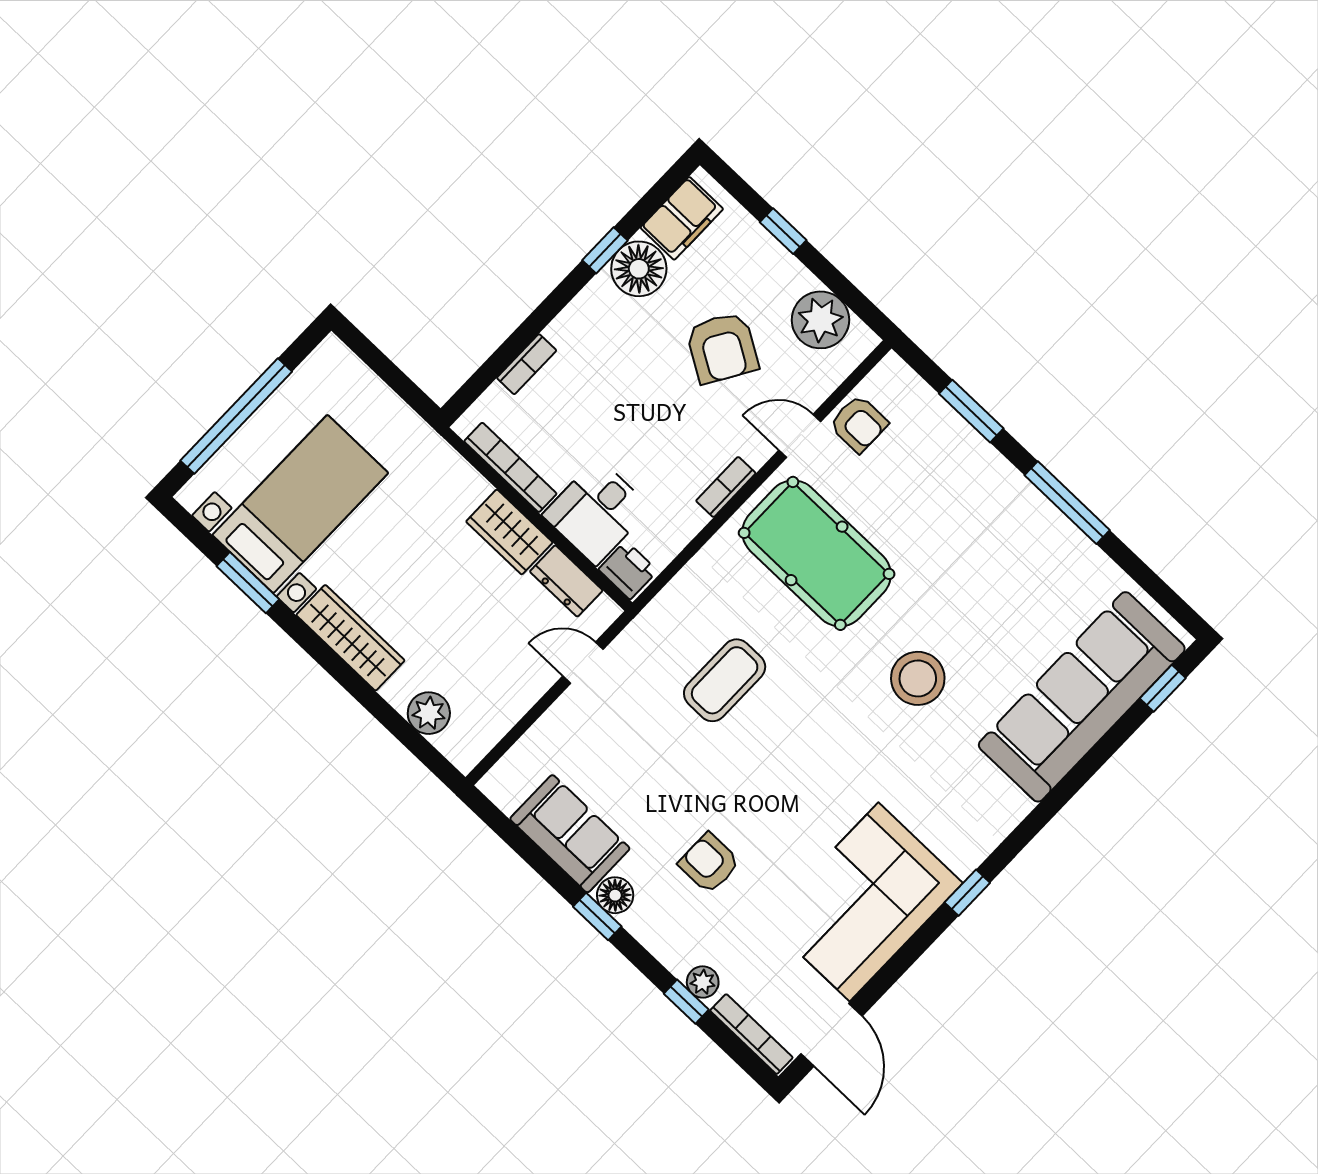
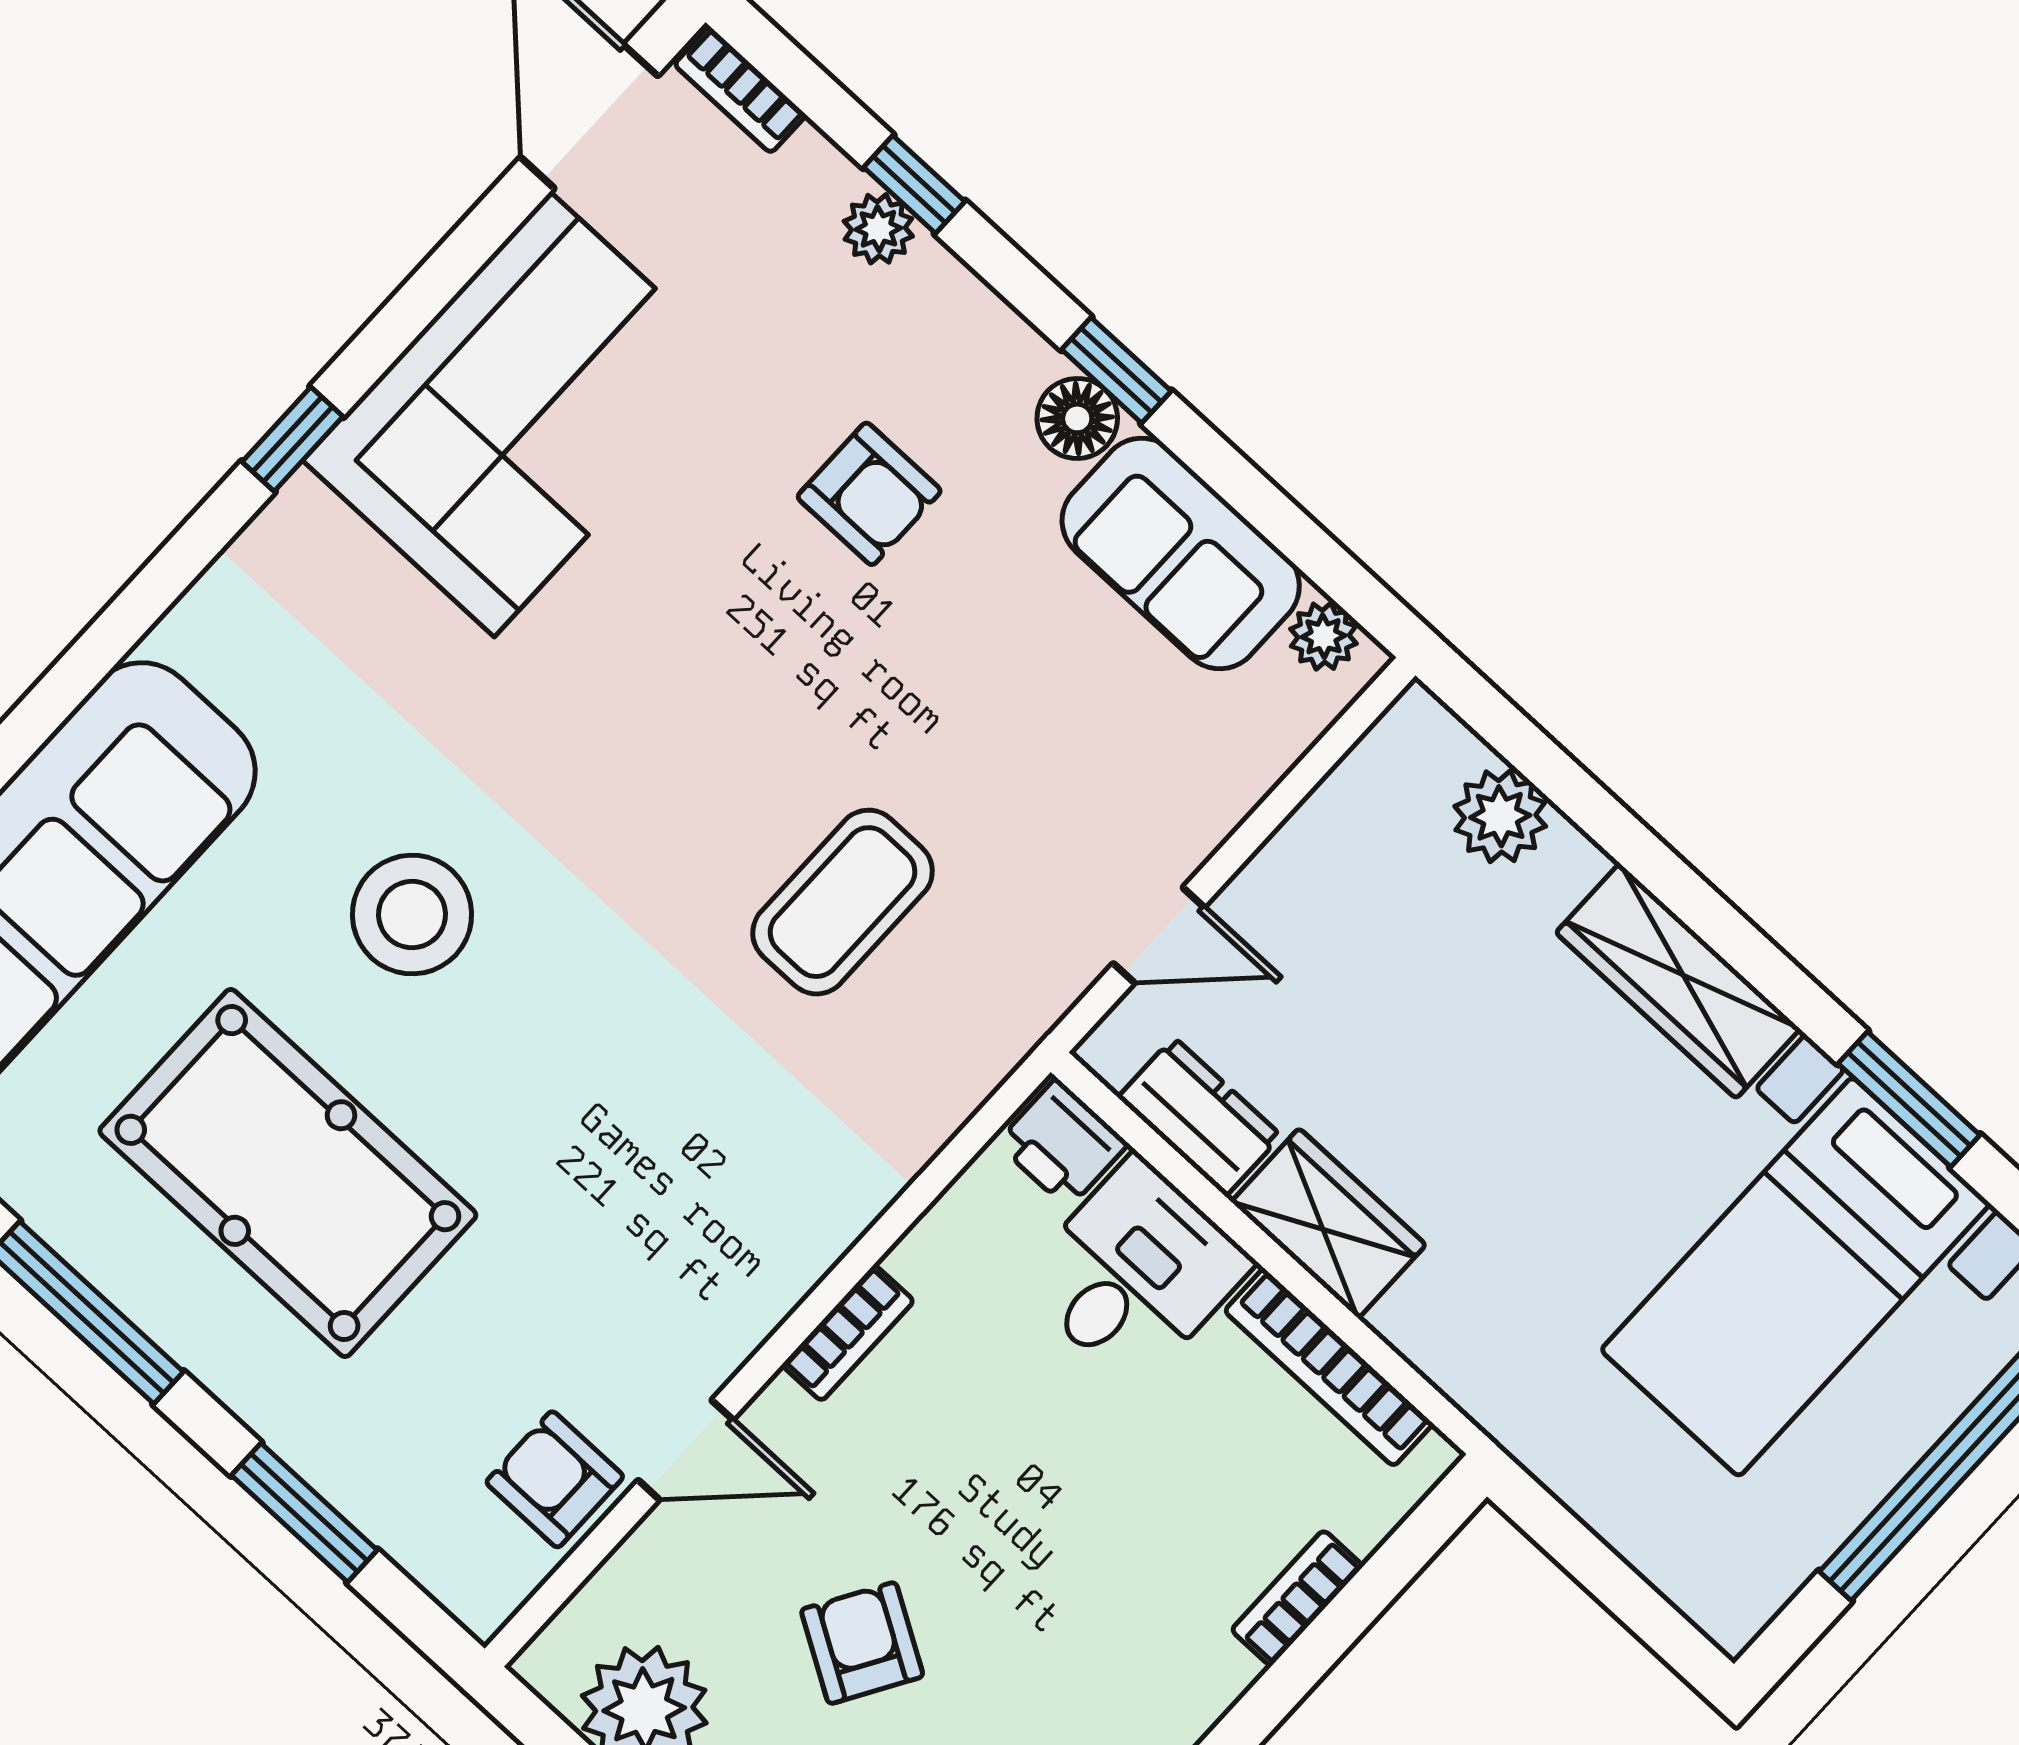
armchair: (722, 348) -> (862, 1643), width x0.72, depth x0.72
pool table: (817, 553) -> (288, 1173), moved
plant: (507, 795) -> (1324, 636), added
bookcase: (751, 1034) -> (740, 90), width x0.64

